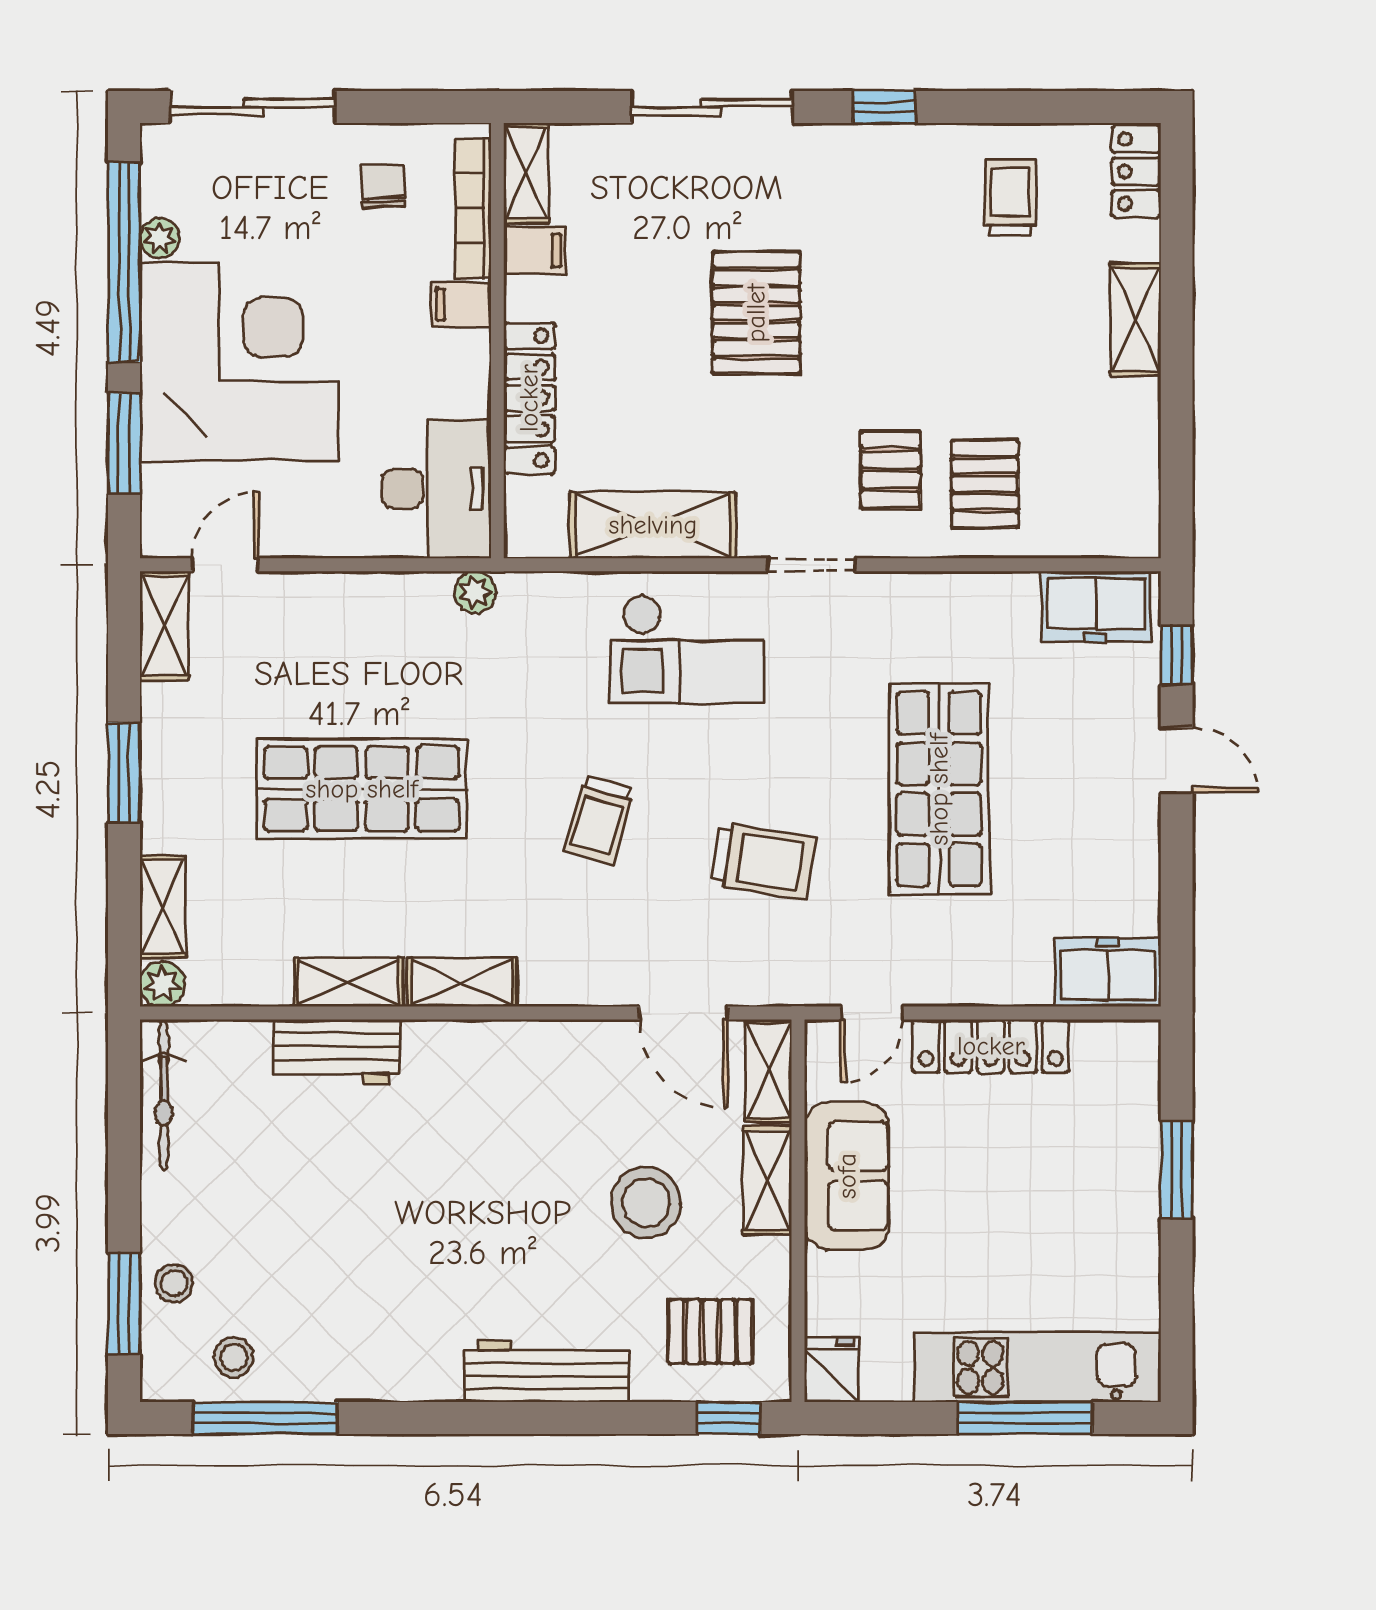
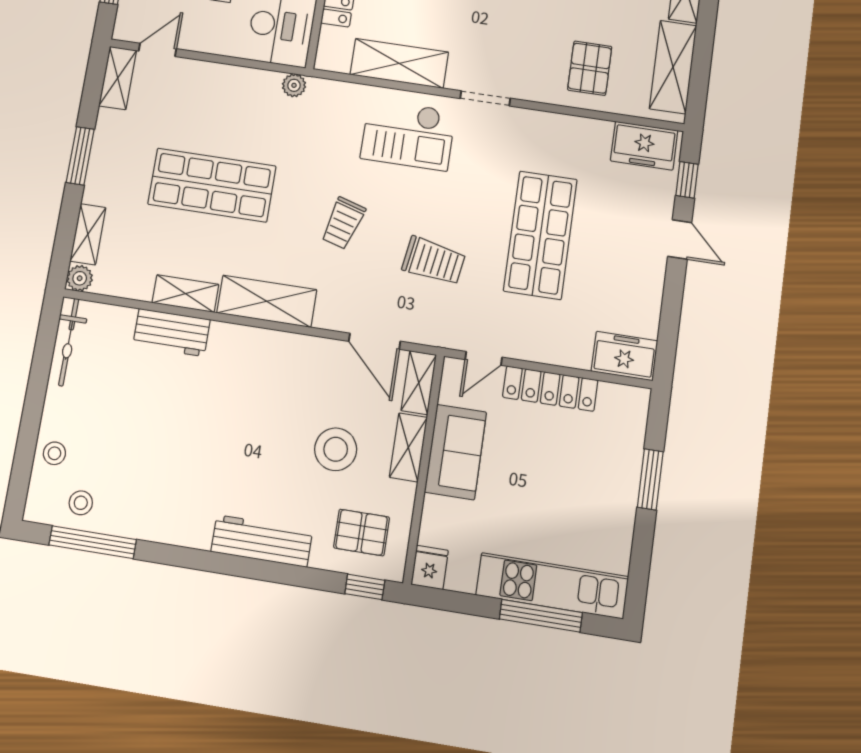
shelving: (1129, 460) -> (673, 67), added
pallet: (891, 470) -> (537, 53), removed
shelving: (462, 982) -> (267, 301), width x1.50, depth x1.33
window: (124, 1303) -> (23, 460), removed

